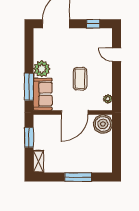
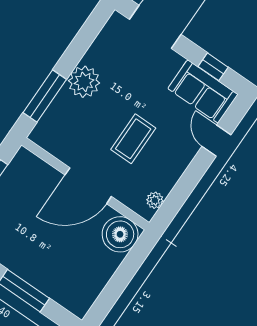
sofa: (43, 94) -> (203, 92), moved, turned 90

